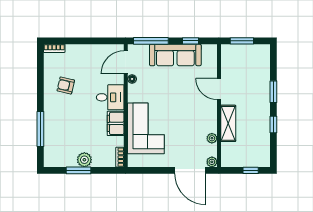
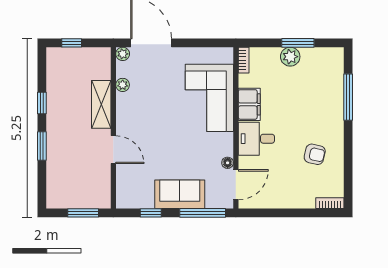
sofa: (175, 55) -> (180, 194), width x0.73

